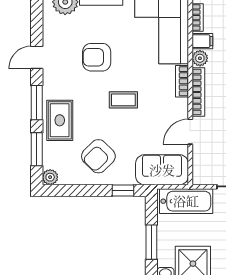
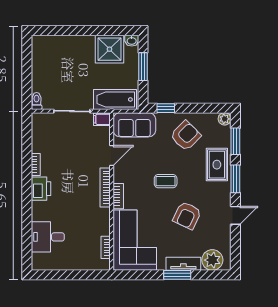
filing cabinet: (202, 41) -> (102, 119), moved
armchair: (97, 57) -> (187, 215), turned 115
plant: (200, 58) -> (104, 215), removed

